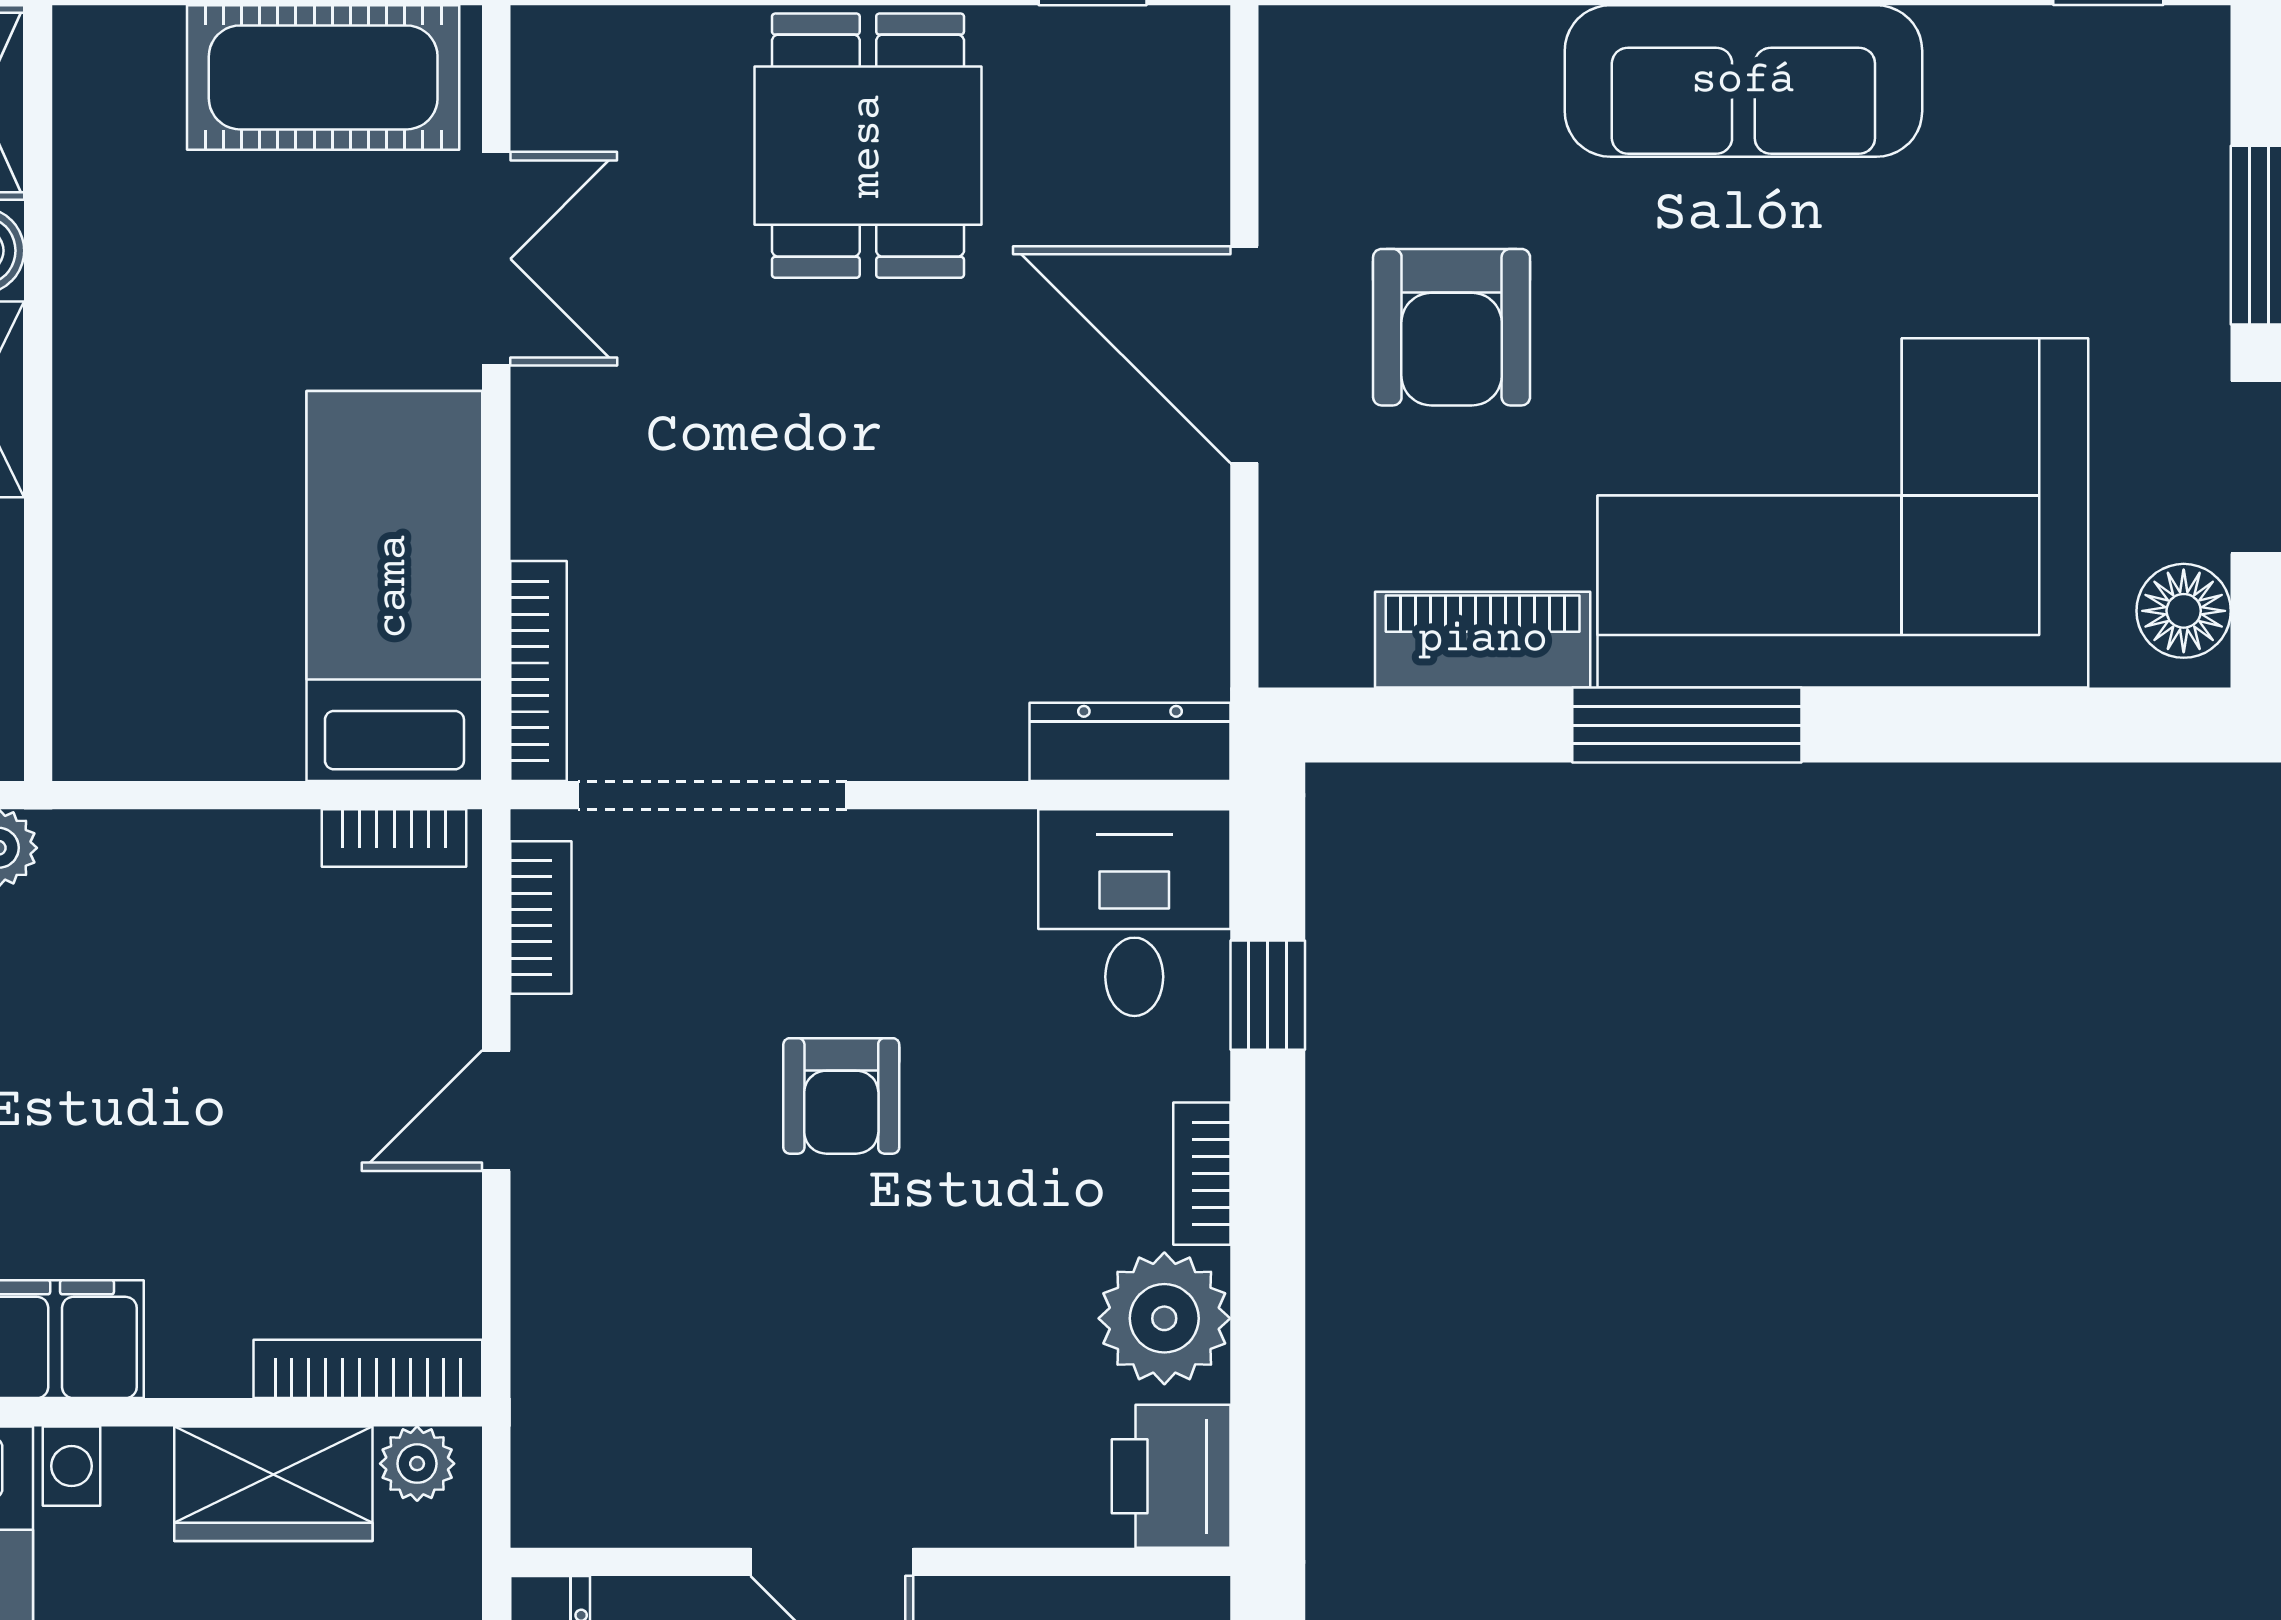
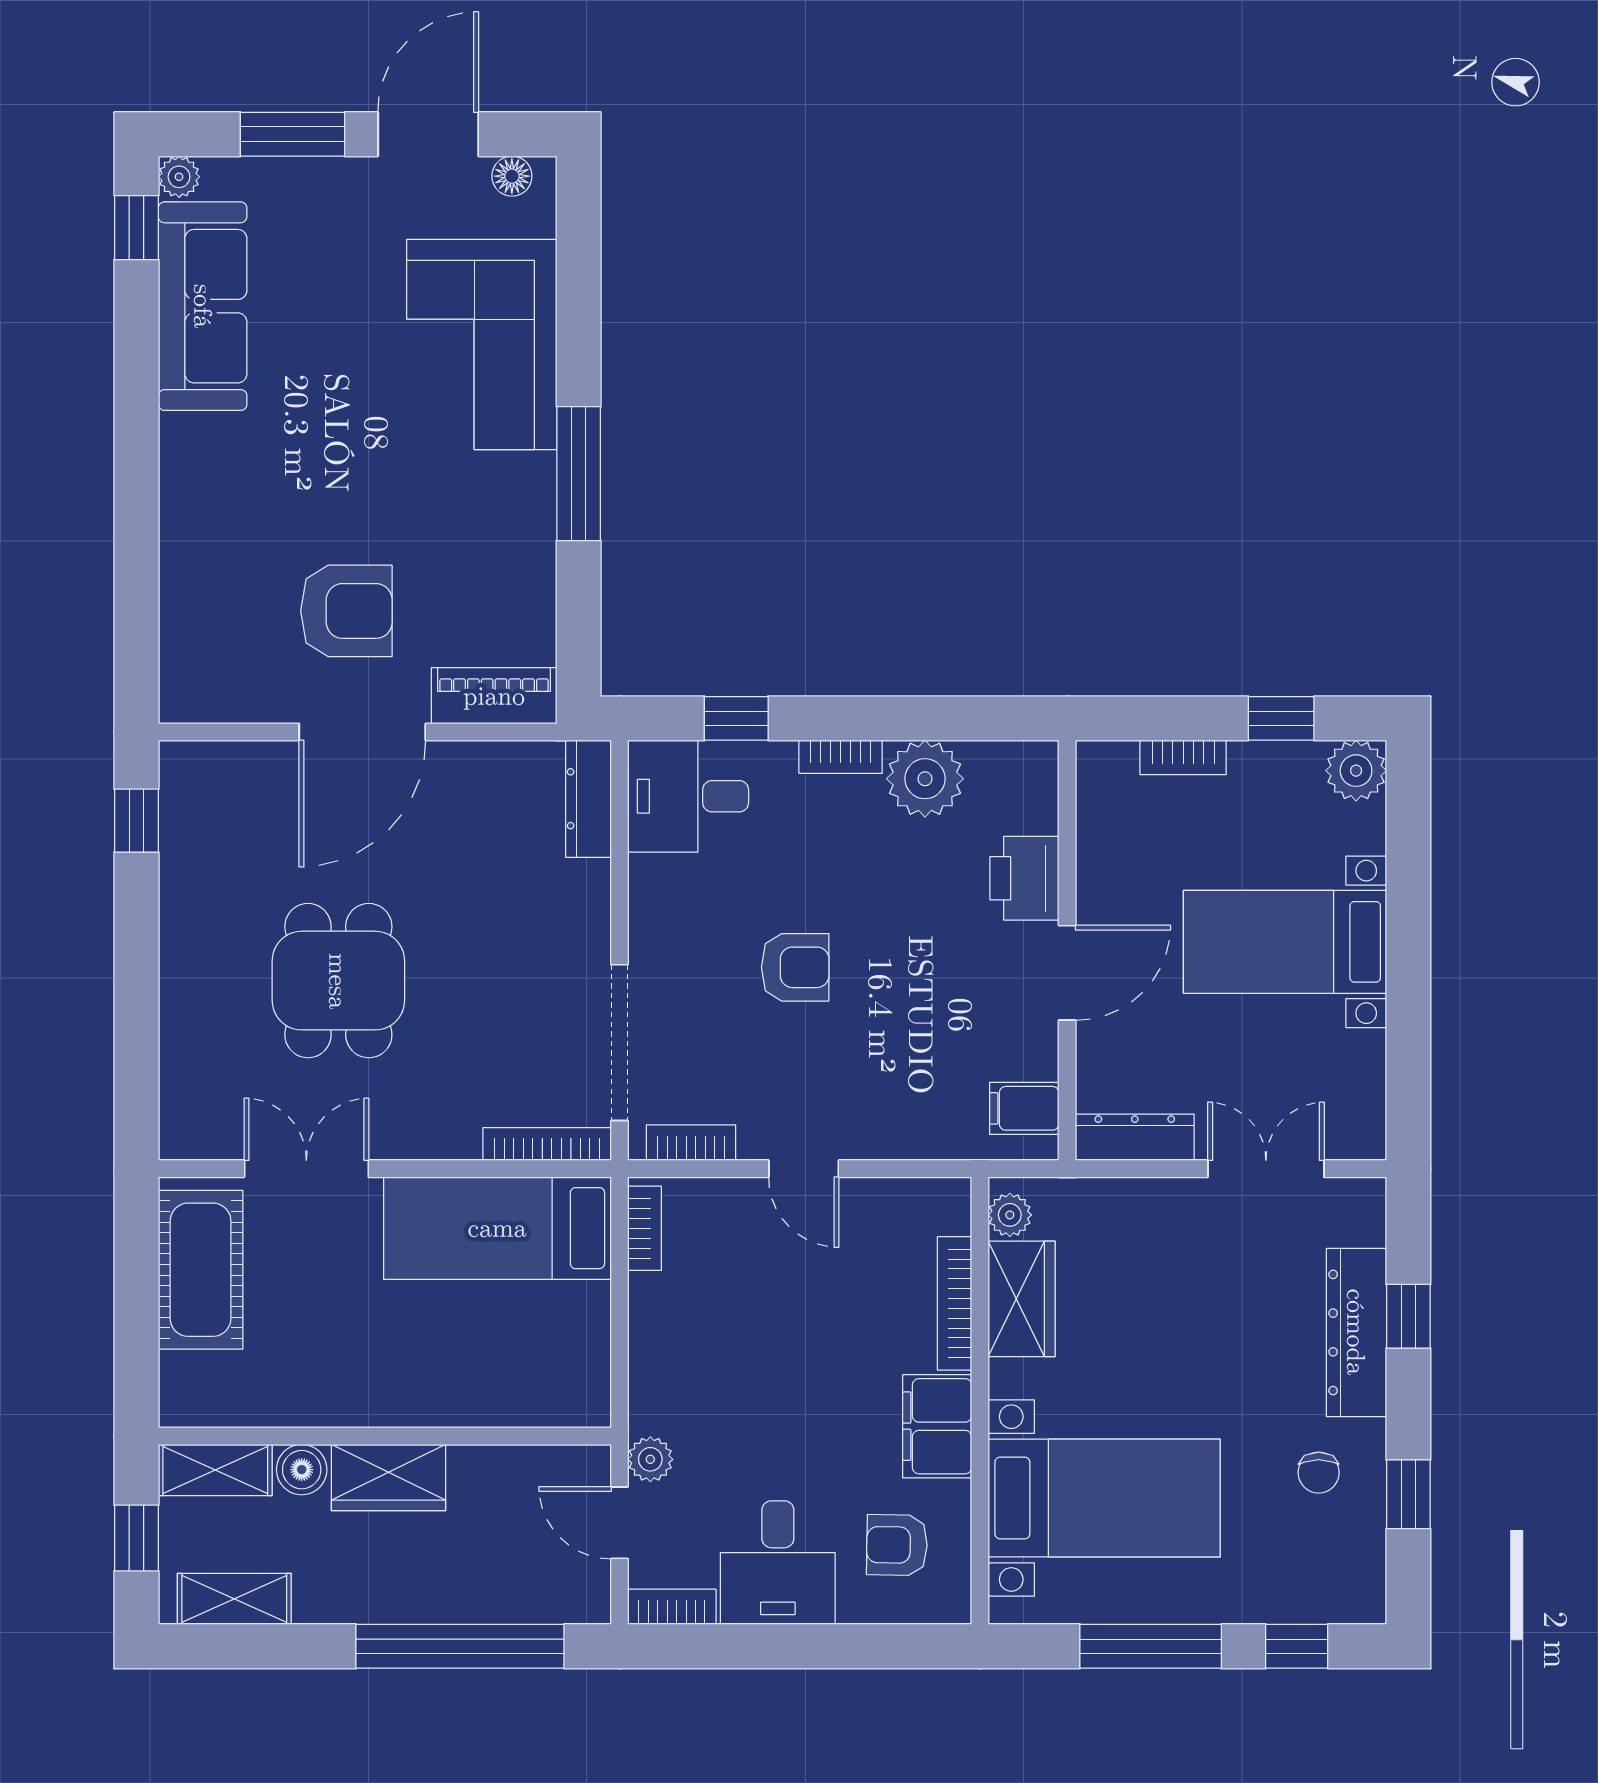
plant: (2195, 41) -> (179, 177), added
sofa: (1743, 81) -> (203, 306), moved
dining table: (868, 146) -> (338, 981), moved, turned 90
corner sofa: (1843, 513) -> (482, 344), width x0.73, depth x0.74
floor lamp: (2184, 611) -> (512, 176), width x0.73, depth x0.73
piano: (1483, 640) -> (494, 696), moved, turned 90
bookcase: (368, 1369) -> (955, 1303), moved
printer: (1171, 1476) -> (1024, 878), moved, turned 90
filing cabinet: (600, 1488) -> (1024, 1108), added

